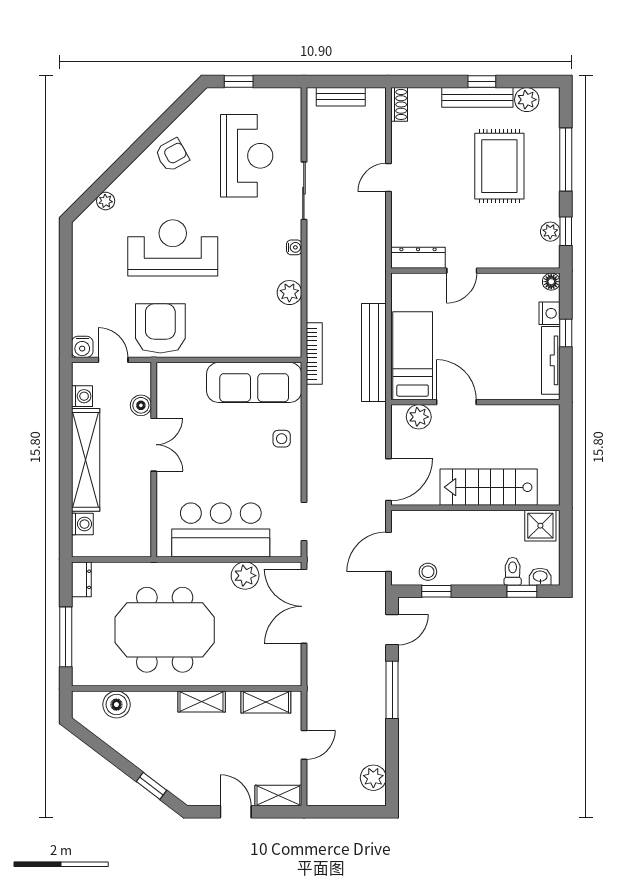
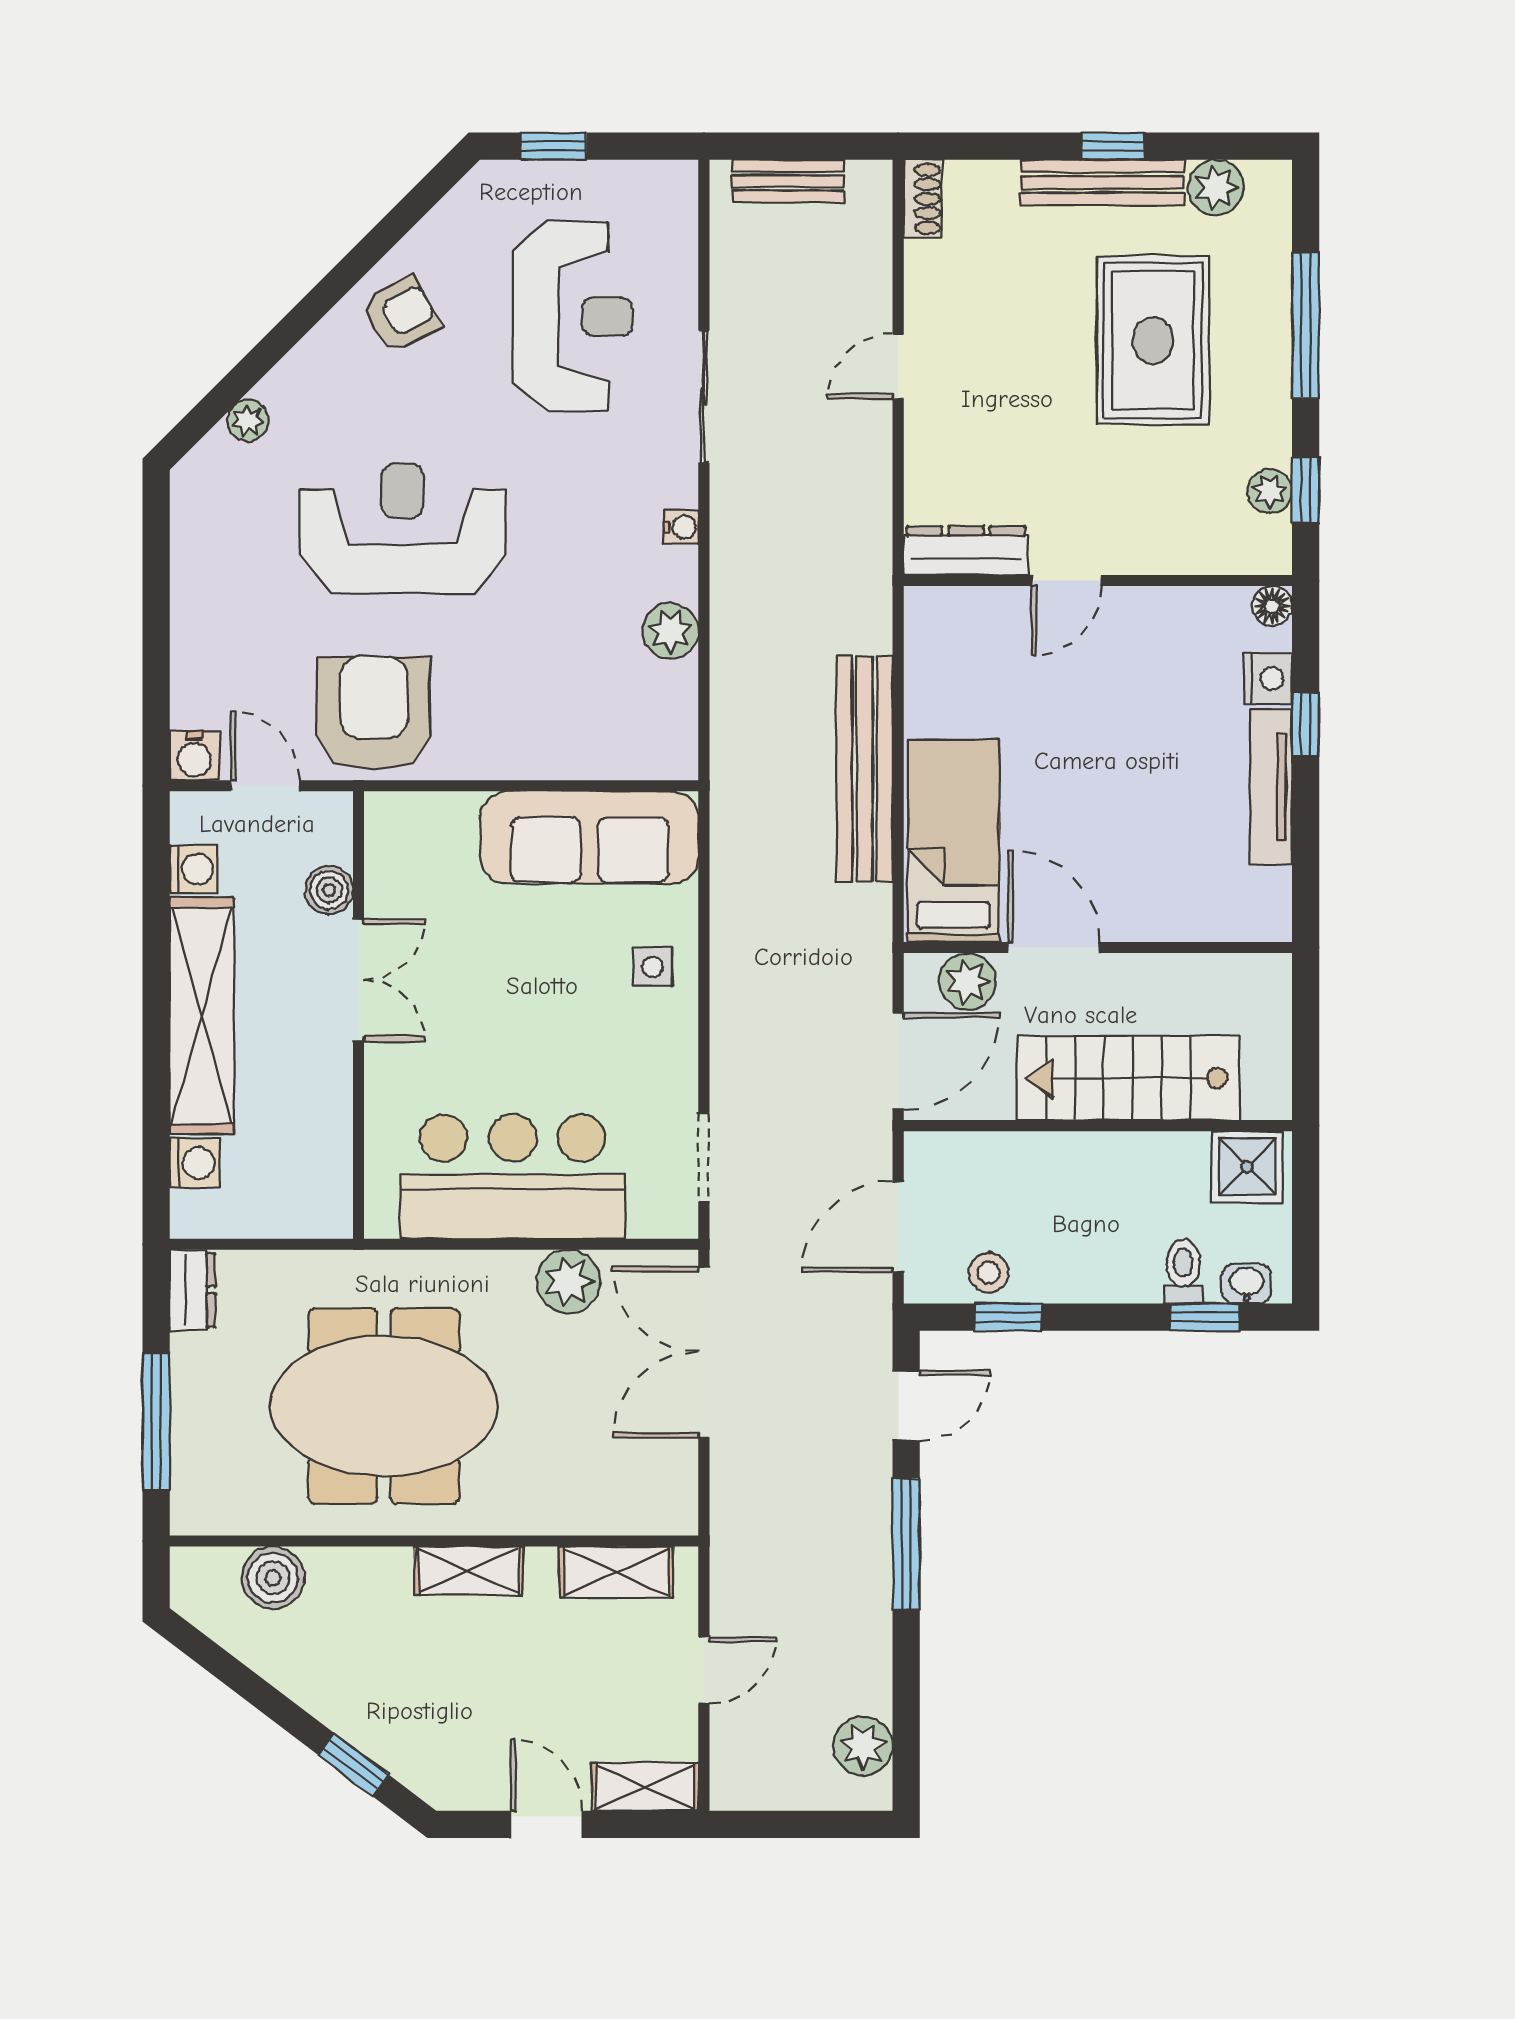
bookcase: (314, 354) -> (727, 771), removed
bed: (413, 356) -> (953, 841), moved
door: (456, 402) -> (1054, 948), moved
wall: (475, 402) -> (1098, 948), moved
plant: (419, 417) -> (968, 981), moved

